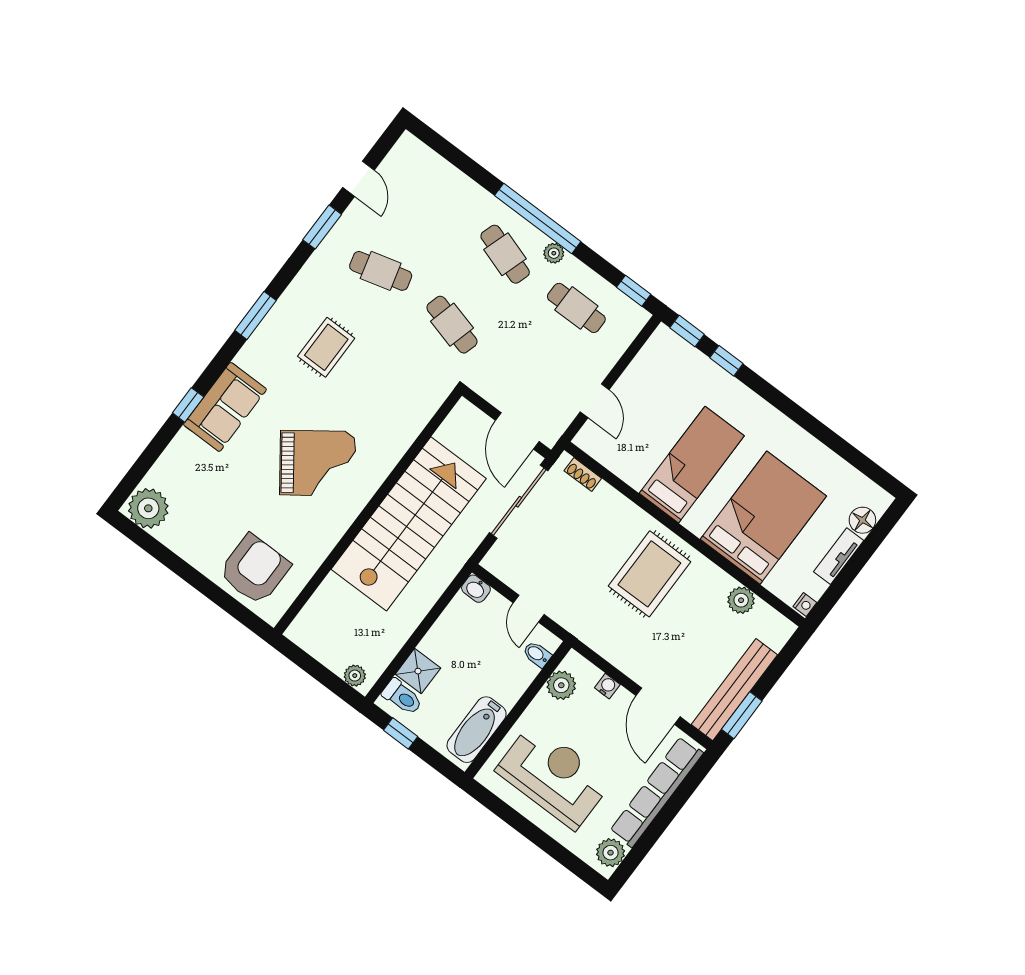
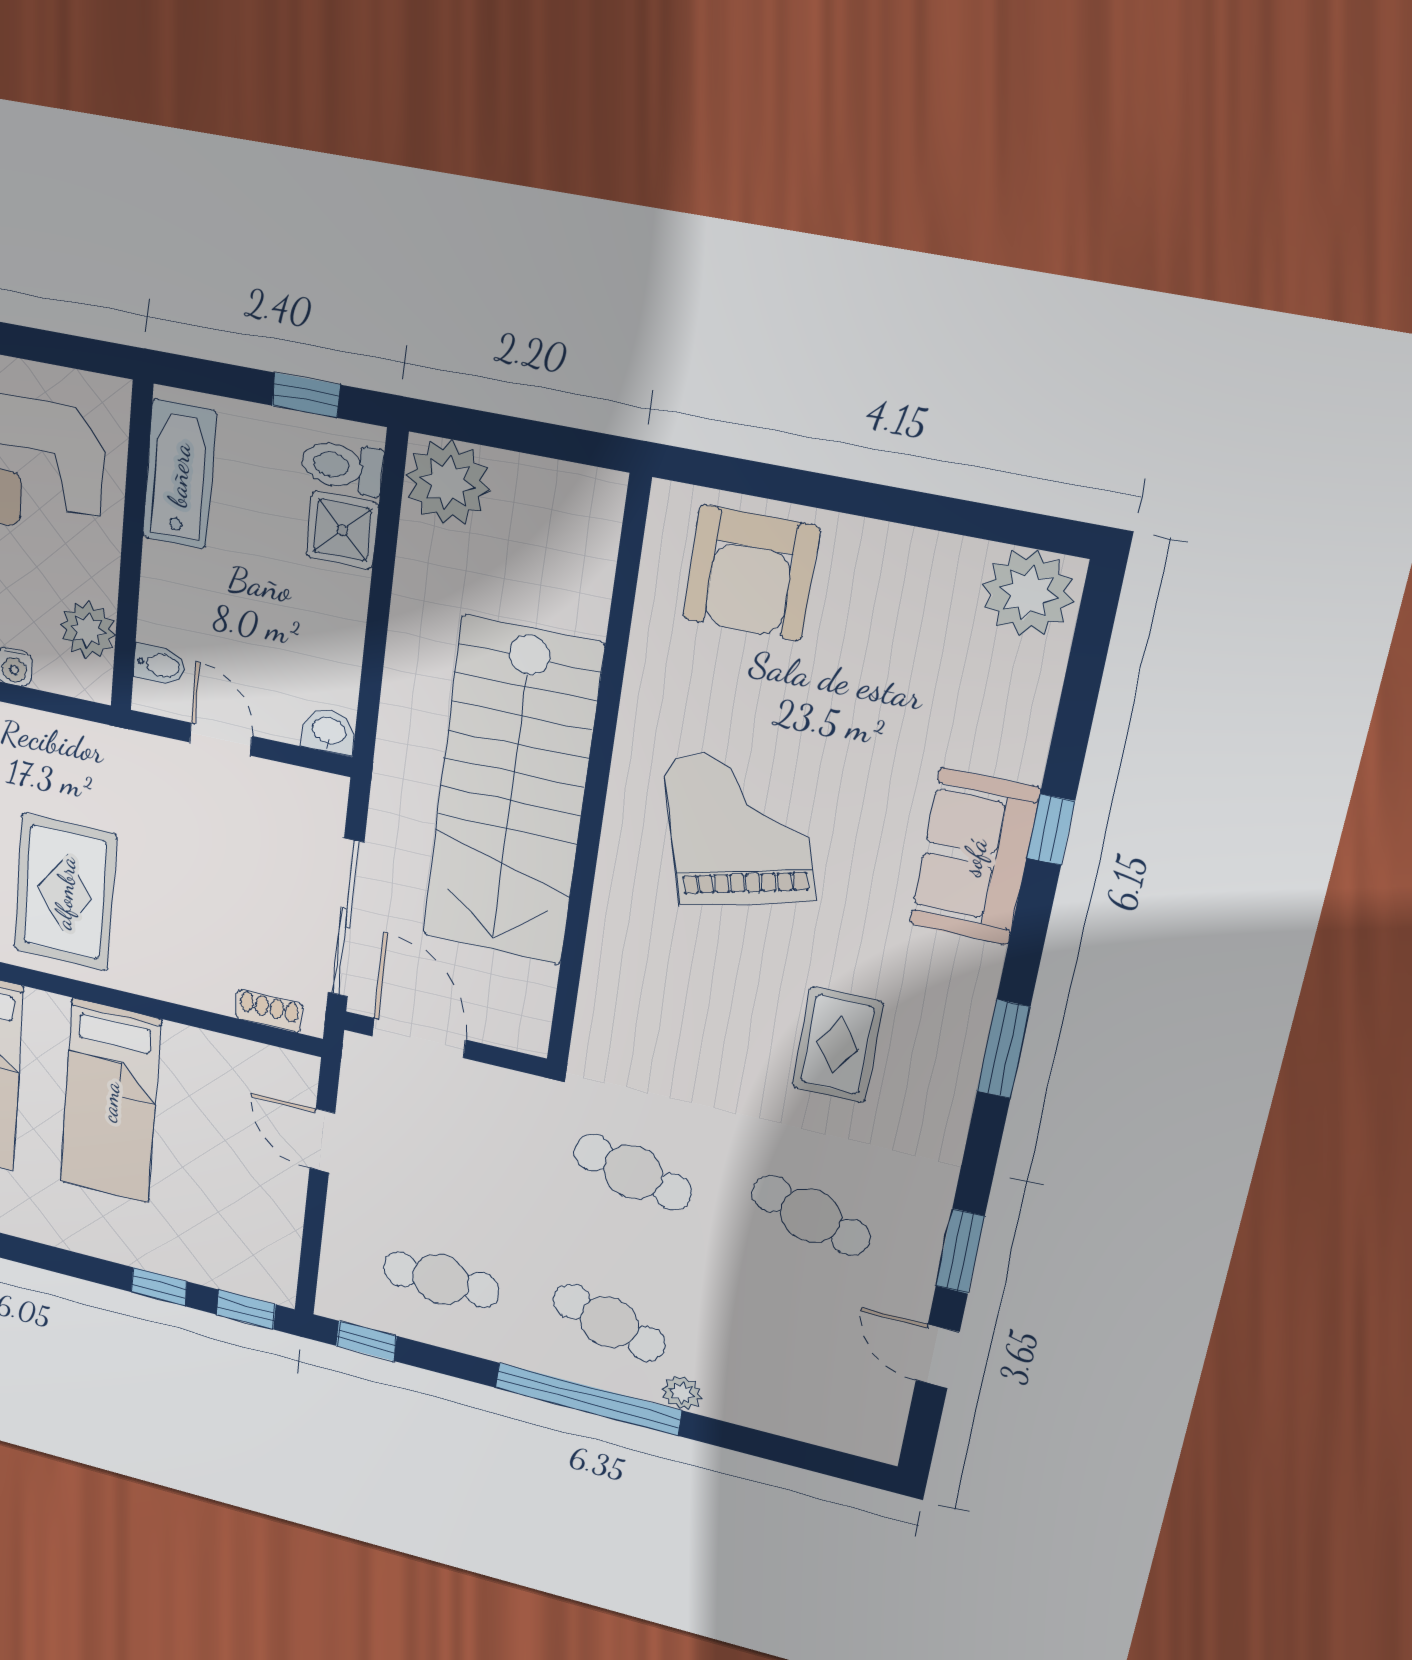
plant: (554, 253) -> (682, 1393), moved
cafe table: (381, 271) -> (811, 1215), turned 33
grand piano: (318, 463) -> (739, 829), turned 111
plant: (355, 676) -> (448, 483), width x1.88, depth x1.88

